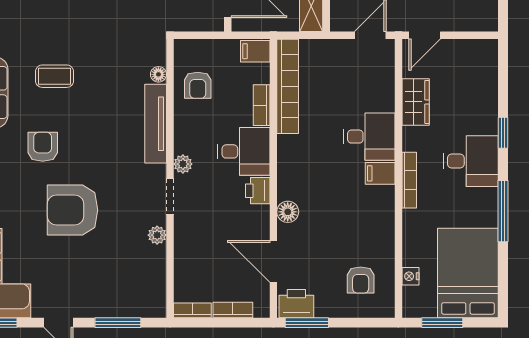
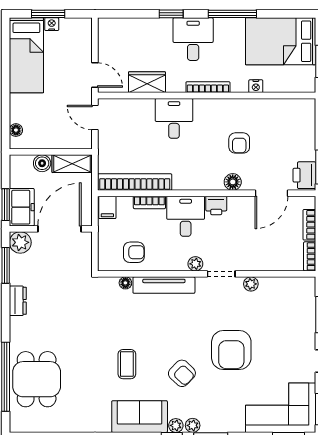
armchair: (43, 147) -> (182, 373), turned -136
filing cabinet: (380, 173) -> (203, 110), removed
nightstand: (410, 276) -> (256, 86), moved
armchair: (361, 280) -> (239, 143), moved, turned 90

